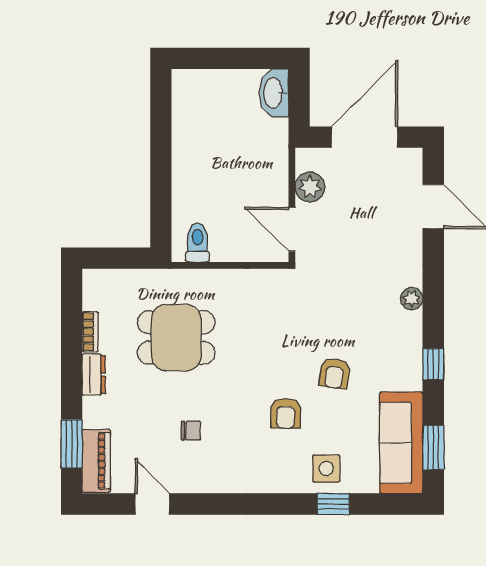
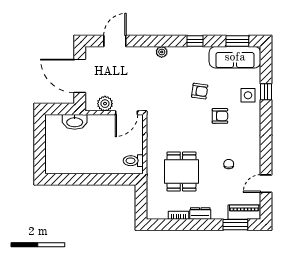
washbasin: (274, 93) -> (75, 122), moved

